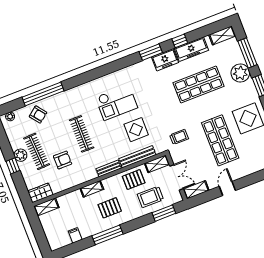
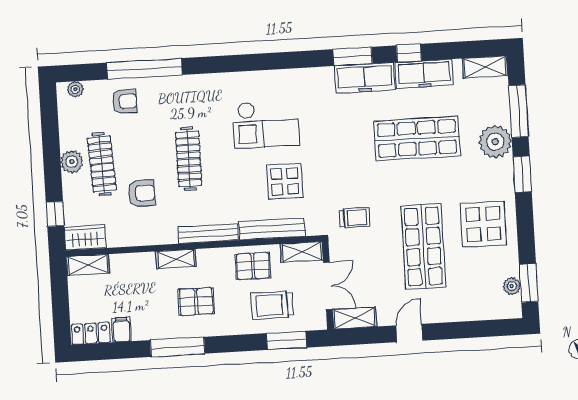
freezer: (165, 60) -> (365, 78), width x1.40
armchair: (38, 114) -> (125, 101), turned -52
window: (13, 166) -> (55, 214), moved
bench: (109, 168) -> (208, 234), width x1.36
locker: (60, 242) -> (91, 333), added

